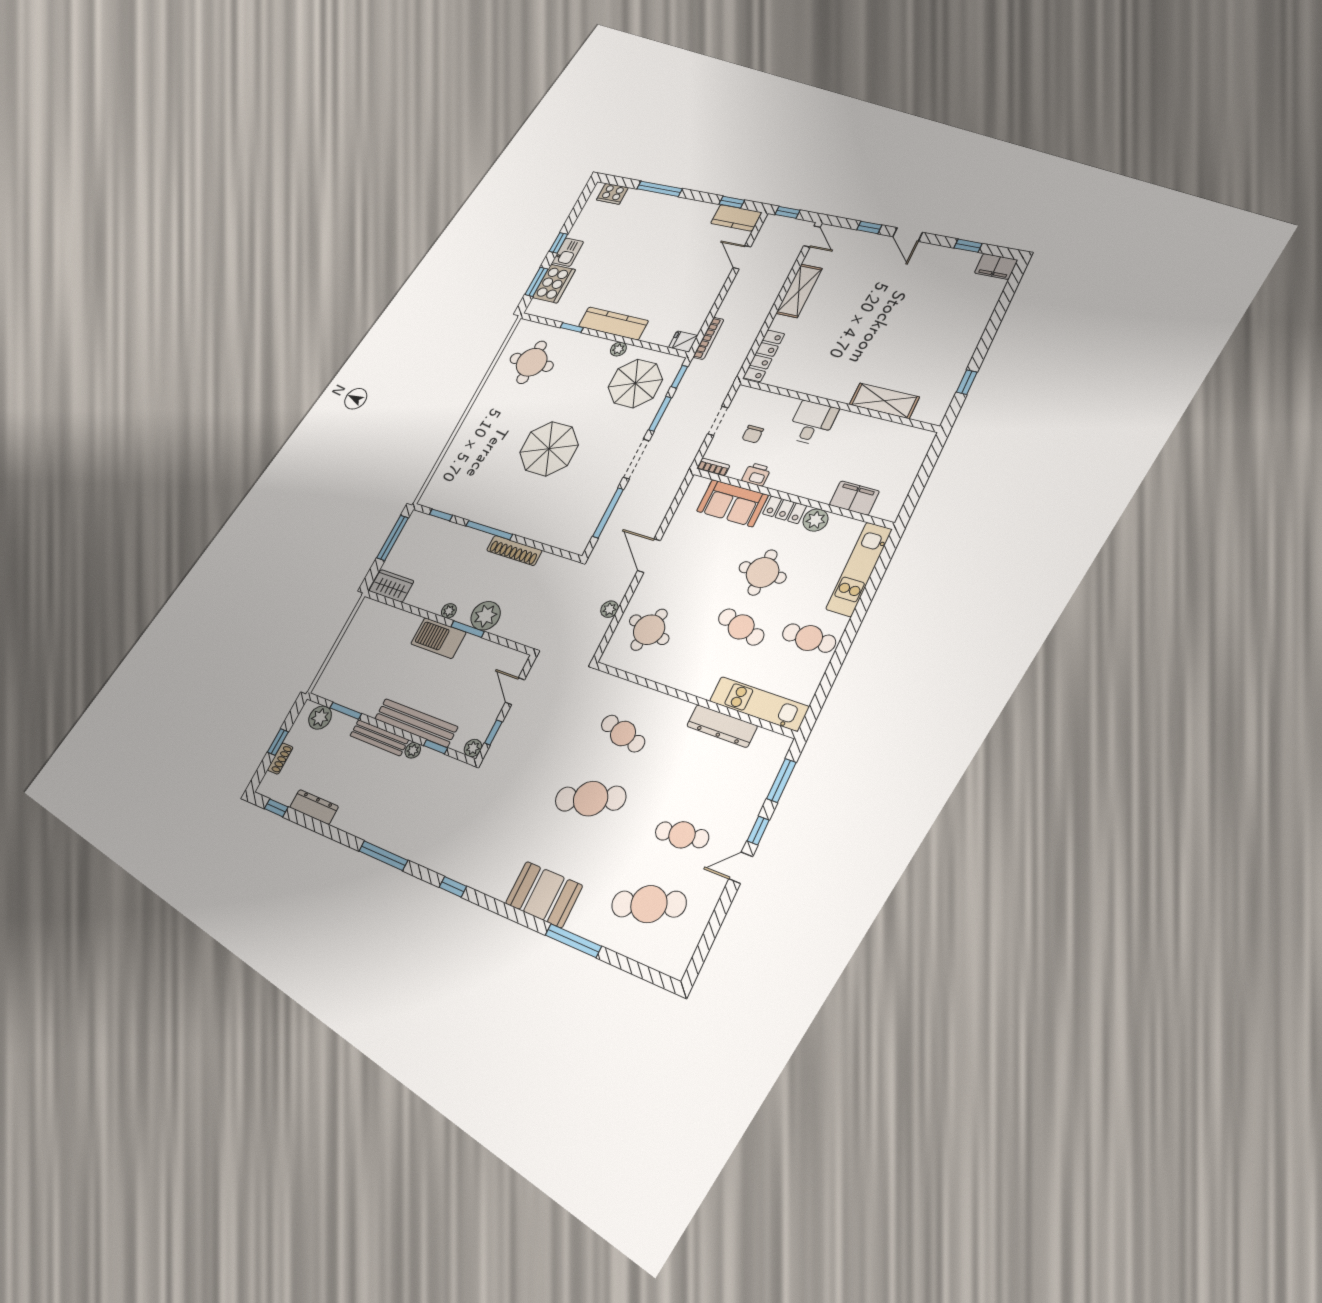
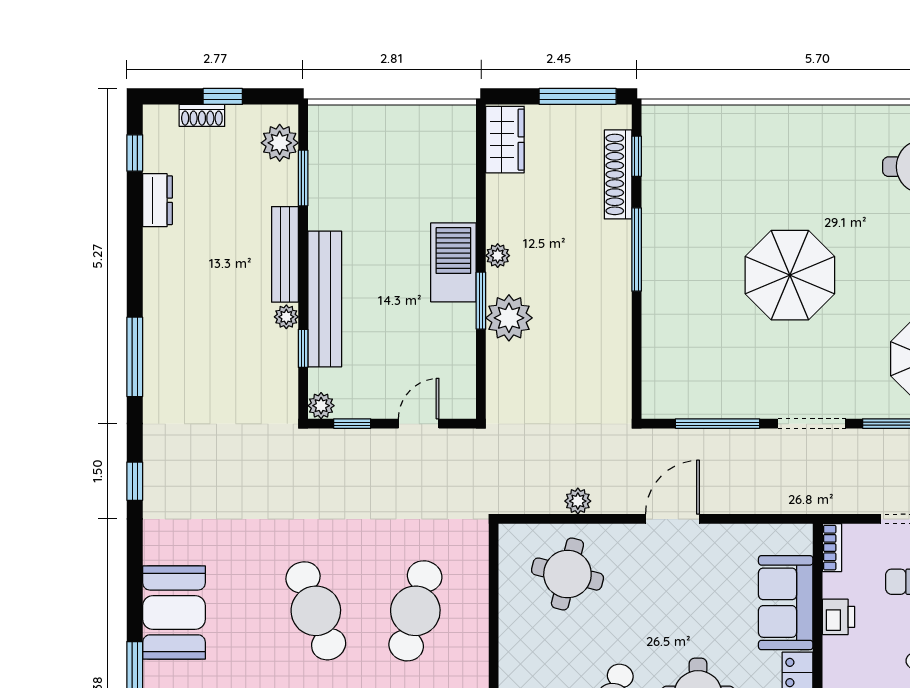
shoe rack: (514, 550) -> (618, 174), moved
cafe table: (623, 733) -> (415, 611), width x1.37, depth x1.35
dresser: (314, 807) -> (158, 200), width x0.70

